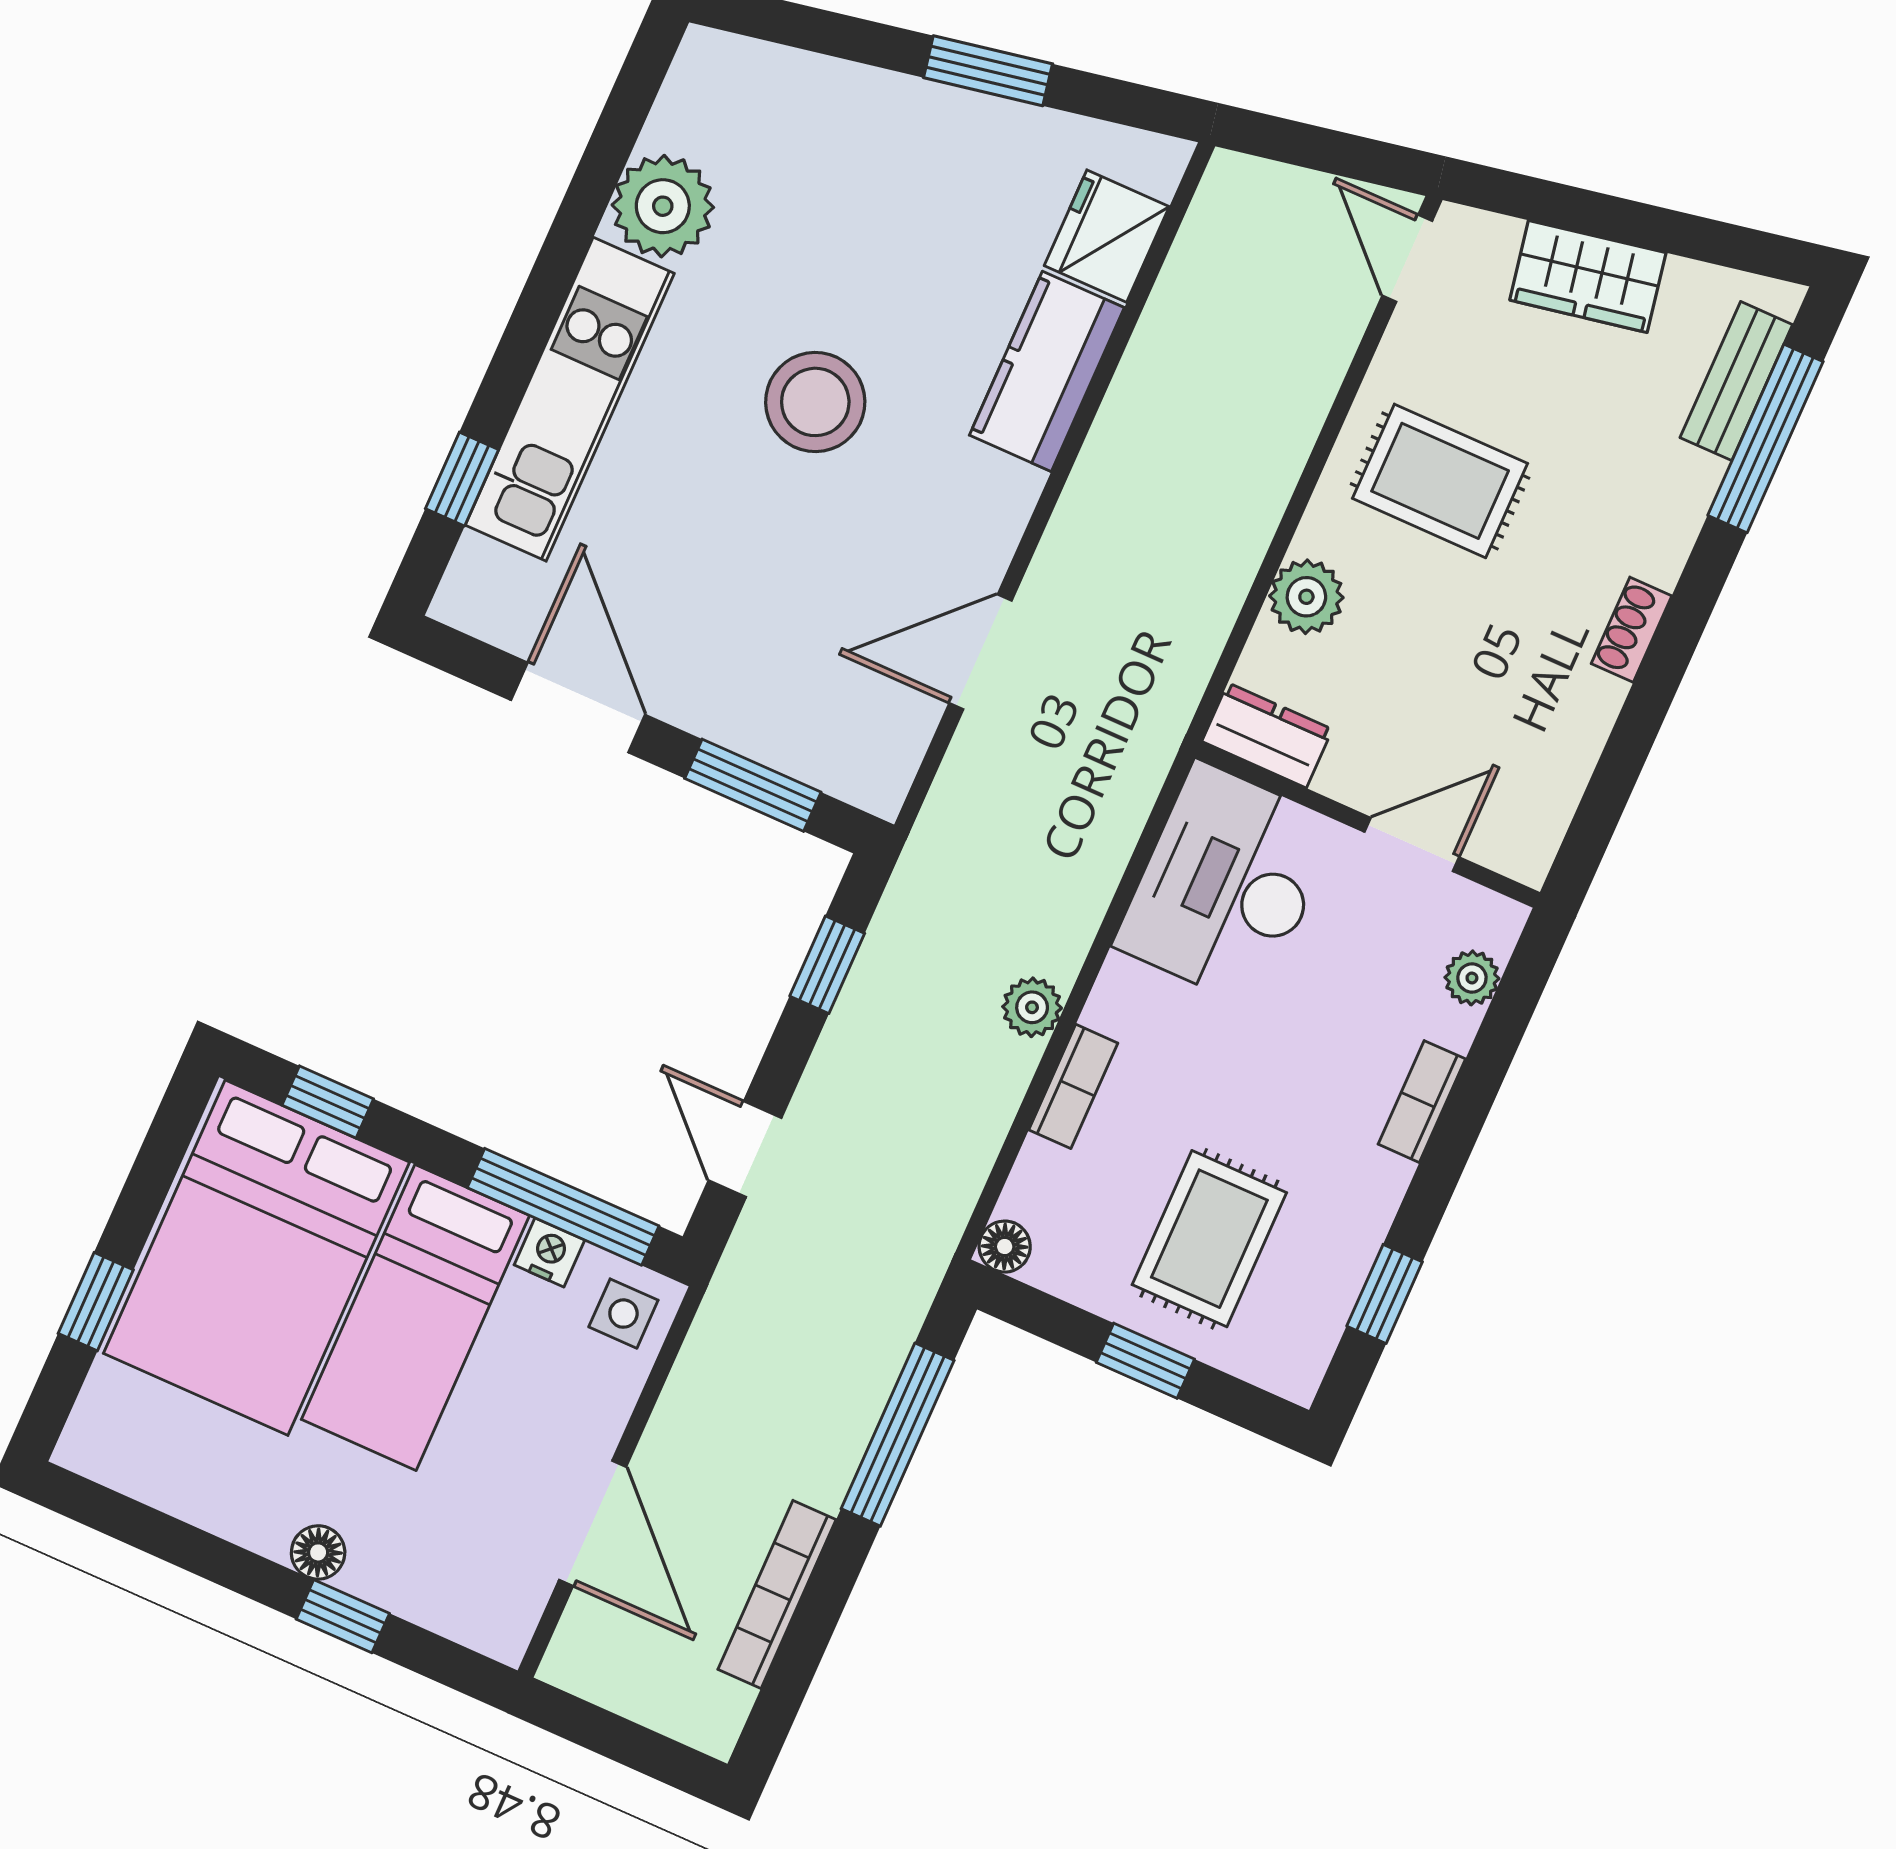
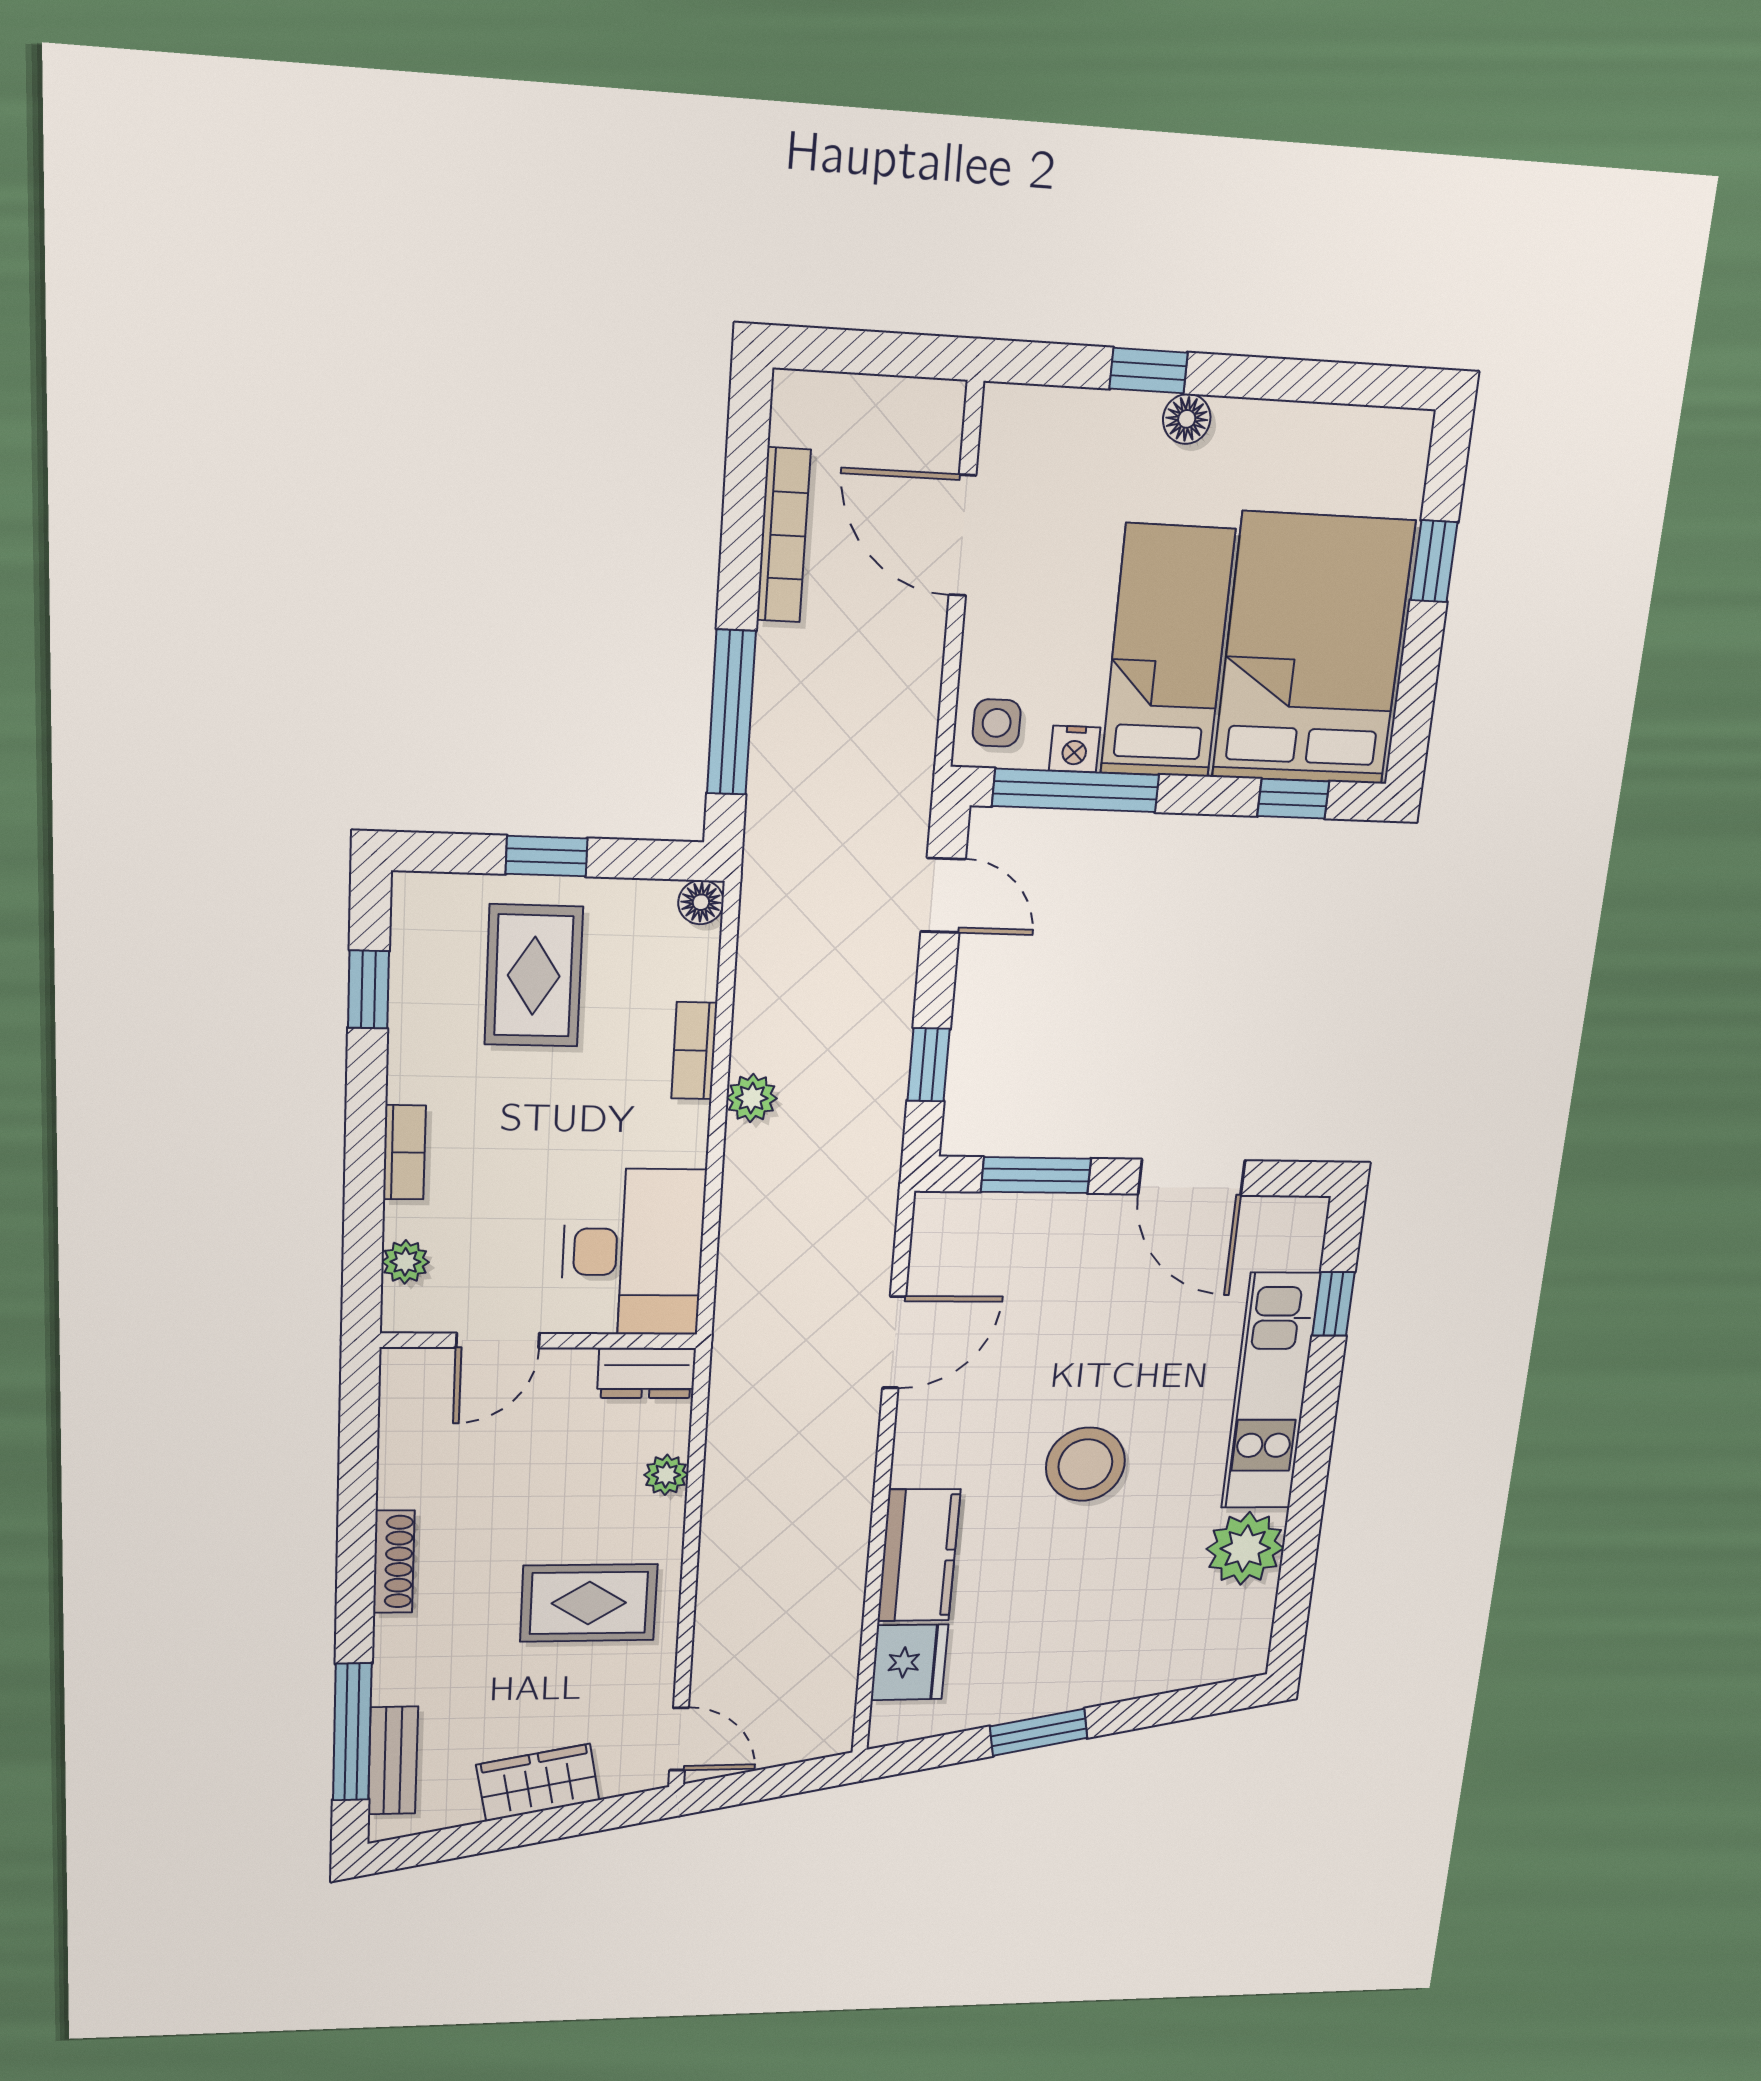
plant: (1306, 597) -> (666, 1475), width x0.73, depth x0.73
shoe rack: (1632, 630) -> (394, 1562), width x1.43

